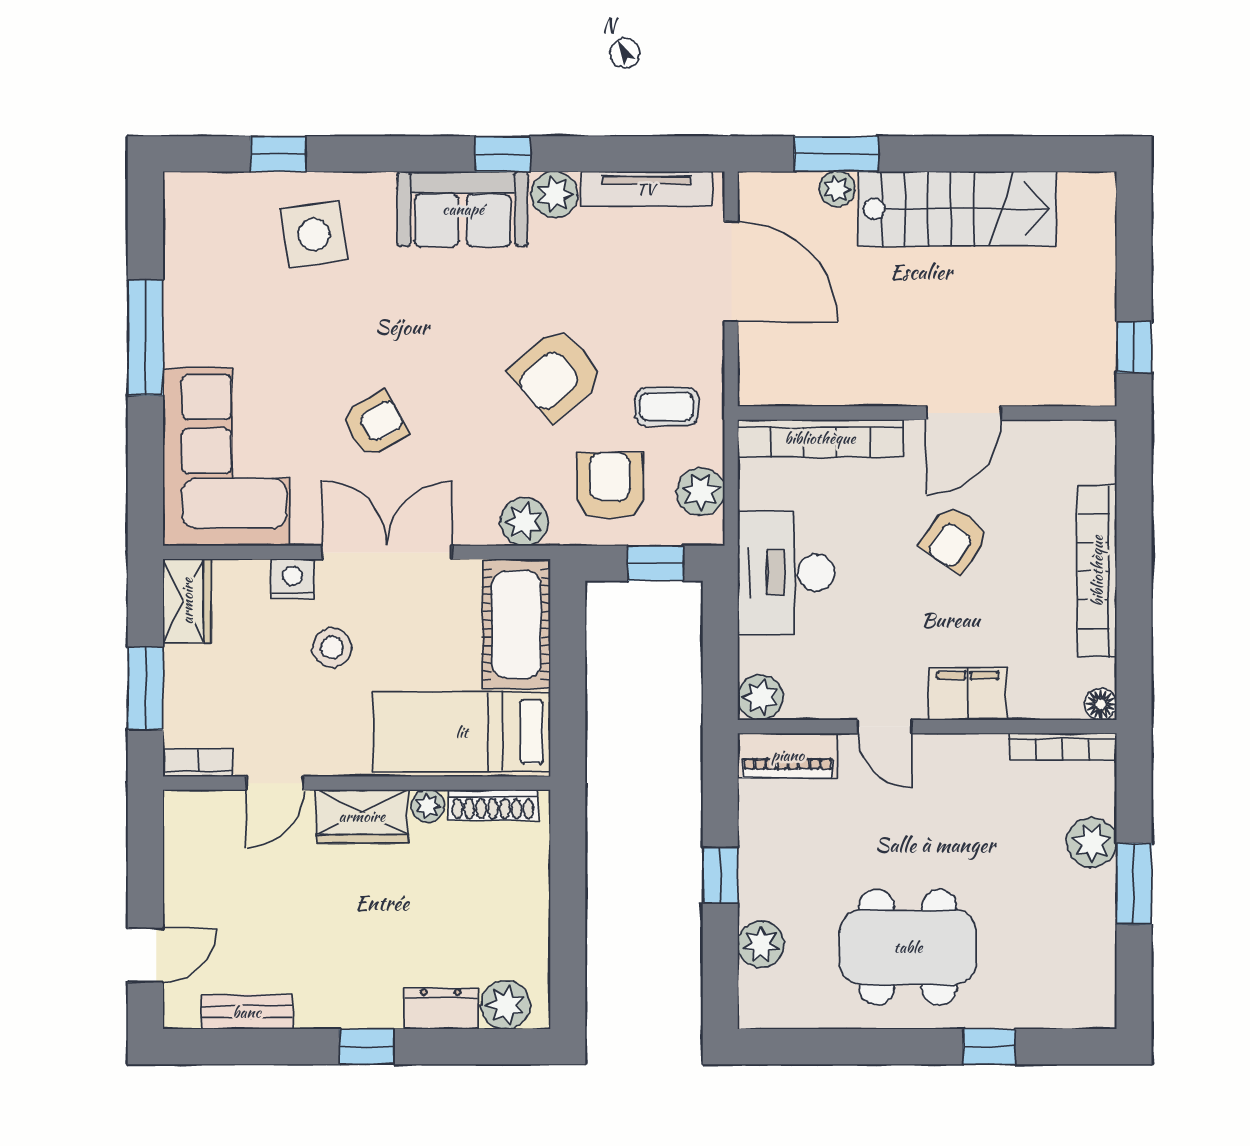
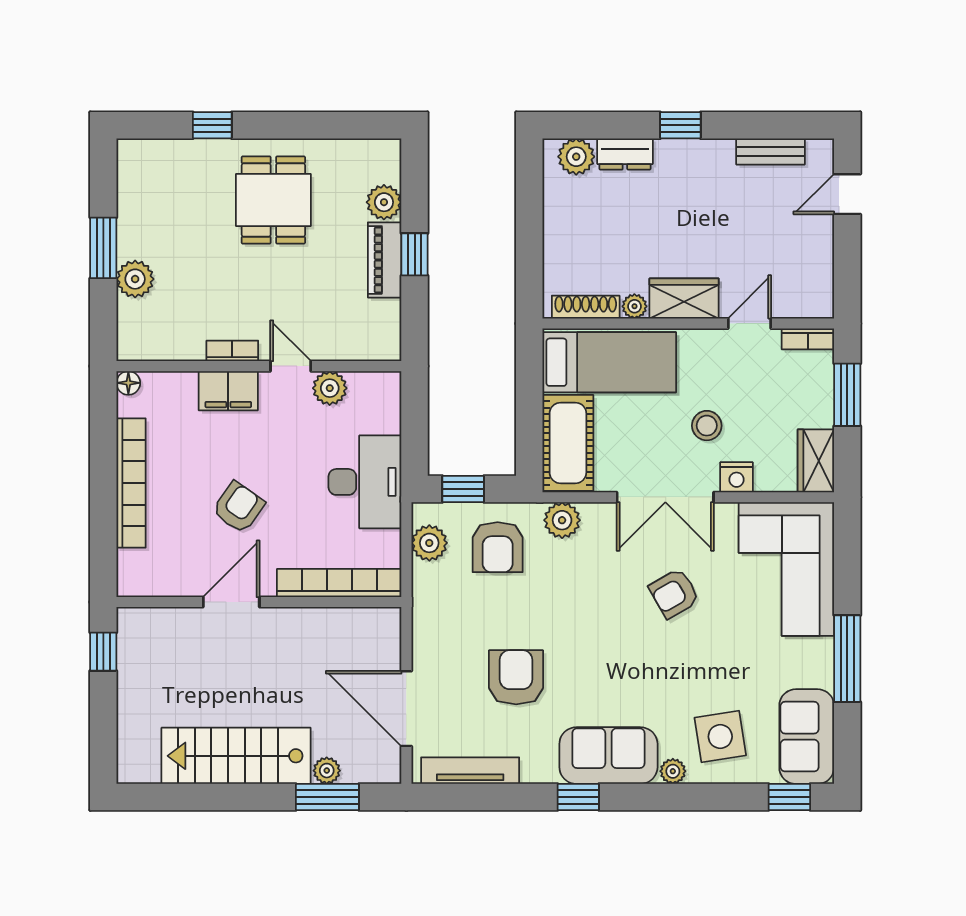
window: (278, 154) -> (789, 797), moved
plant: (555, 194) -> (673, 771), moved, width x0.73, depth x0.73
sofa: (199, 234) -> (807, 737), added
armchair: (556, 374) -> (516, 677), moved, turned -49
coffee table: (667, 407) -> (455, 607), removed
plant: (760, 697) -> (330, 388), moved
bookcase: (1063, 747) -> (232, 351), moved, width x0.64
piano: (788, 755) -> (385, 260), moved, turned -90
dining table: (908, 947) -> (273, 200), width x0.73

